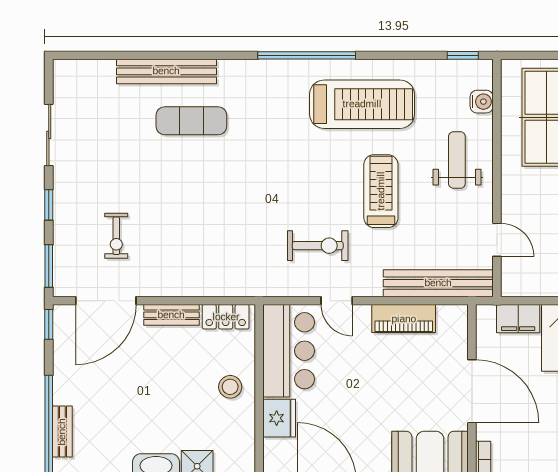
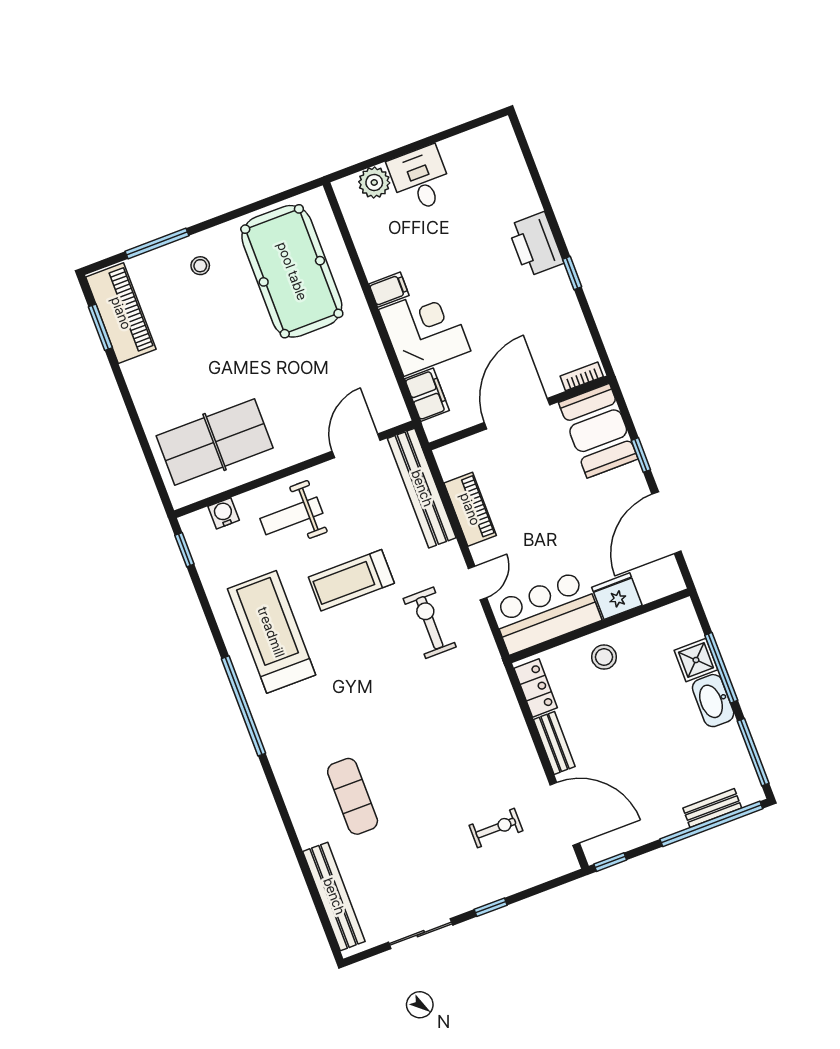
bench: (166, 71) -> (334, 896), moved
door: (497, 240) -> (356, 446), width x1.38
window: (49, 266) -> (552, 884), removed

